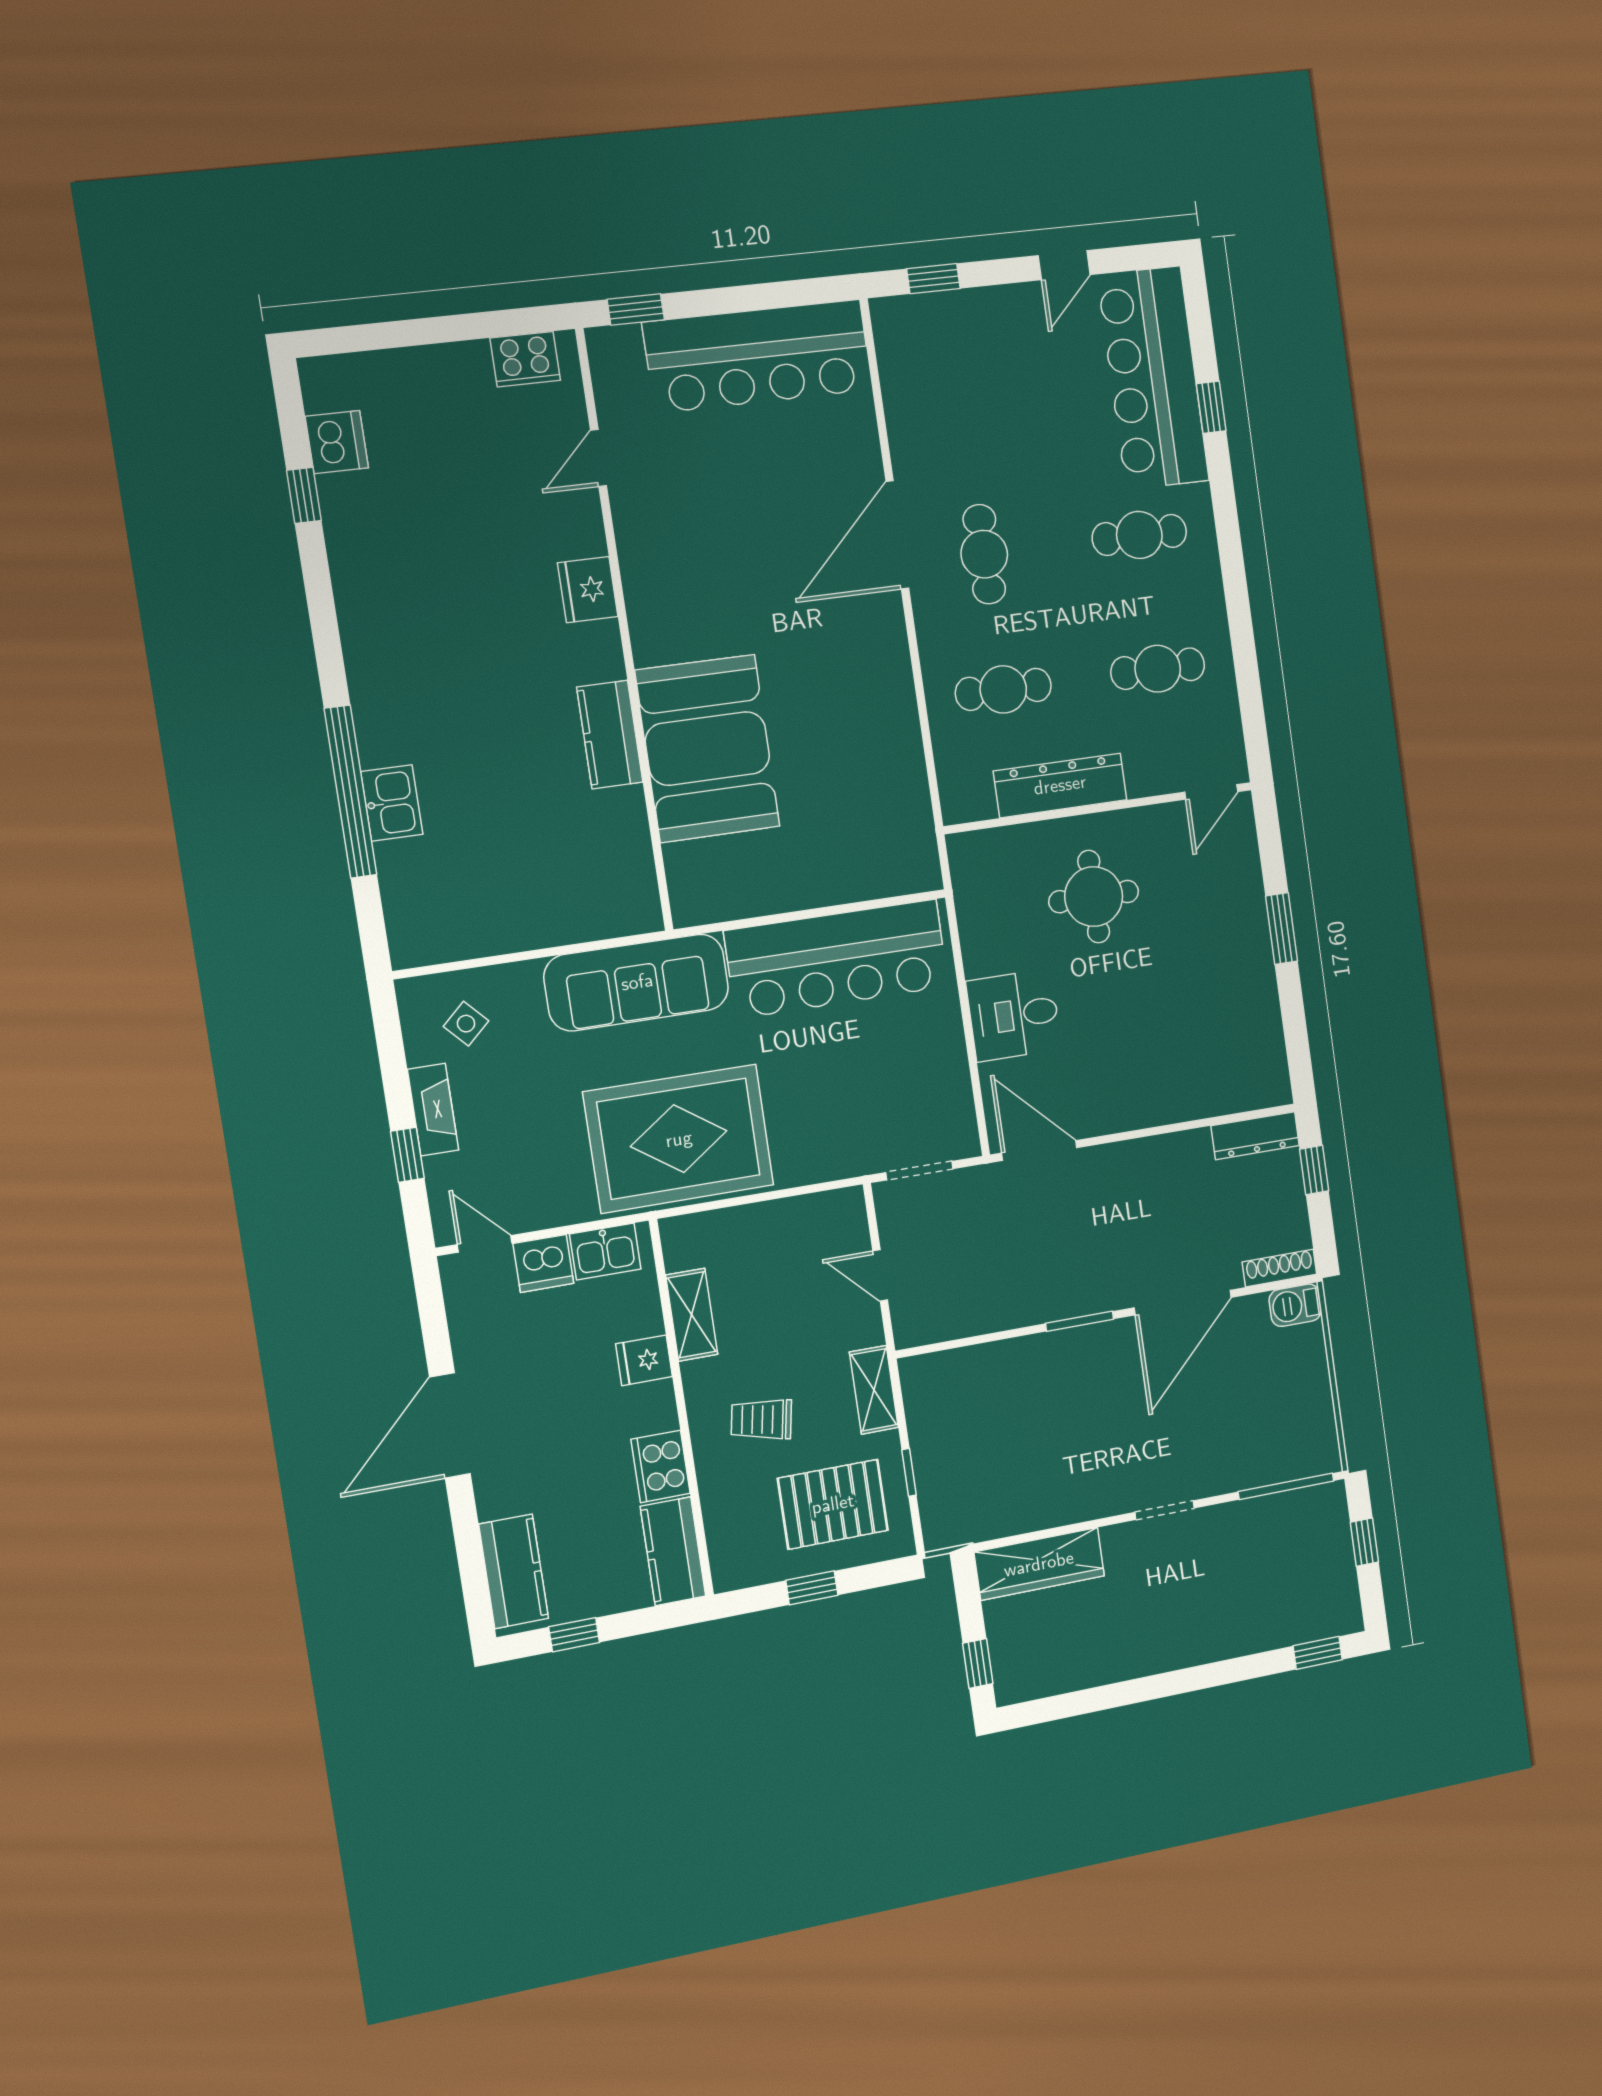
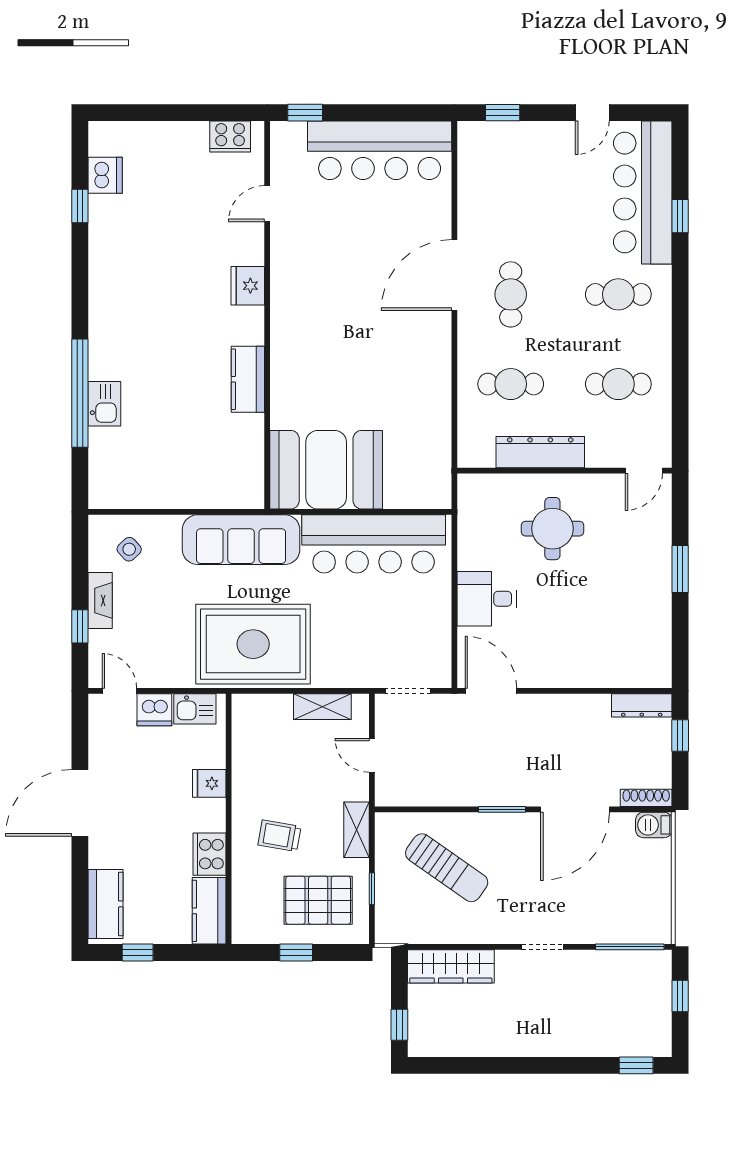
booth: (708, 749) -> (326, 470), moved, turned 90
shelving: (692, 1315) -> (322, 707), moved, turned 90
sun lounger: (1013, 1421) -> (447, 868), added

